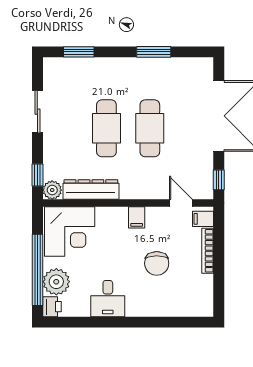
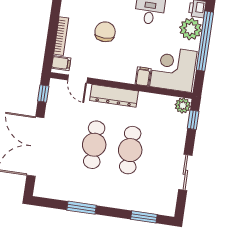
dresser: (91, 190) -> (114, 96), moved
filing cabinet: (137, 217) -> (143, 76), moved

